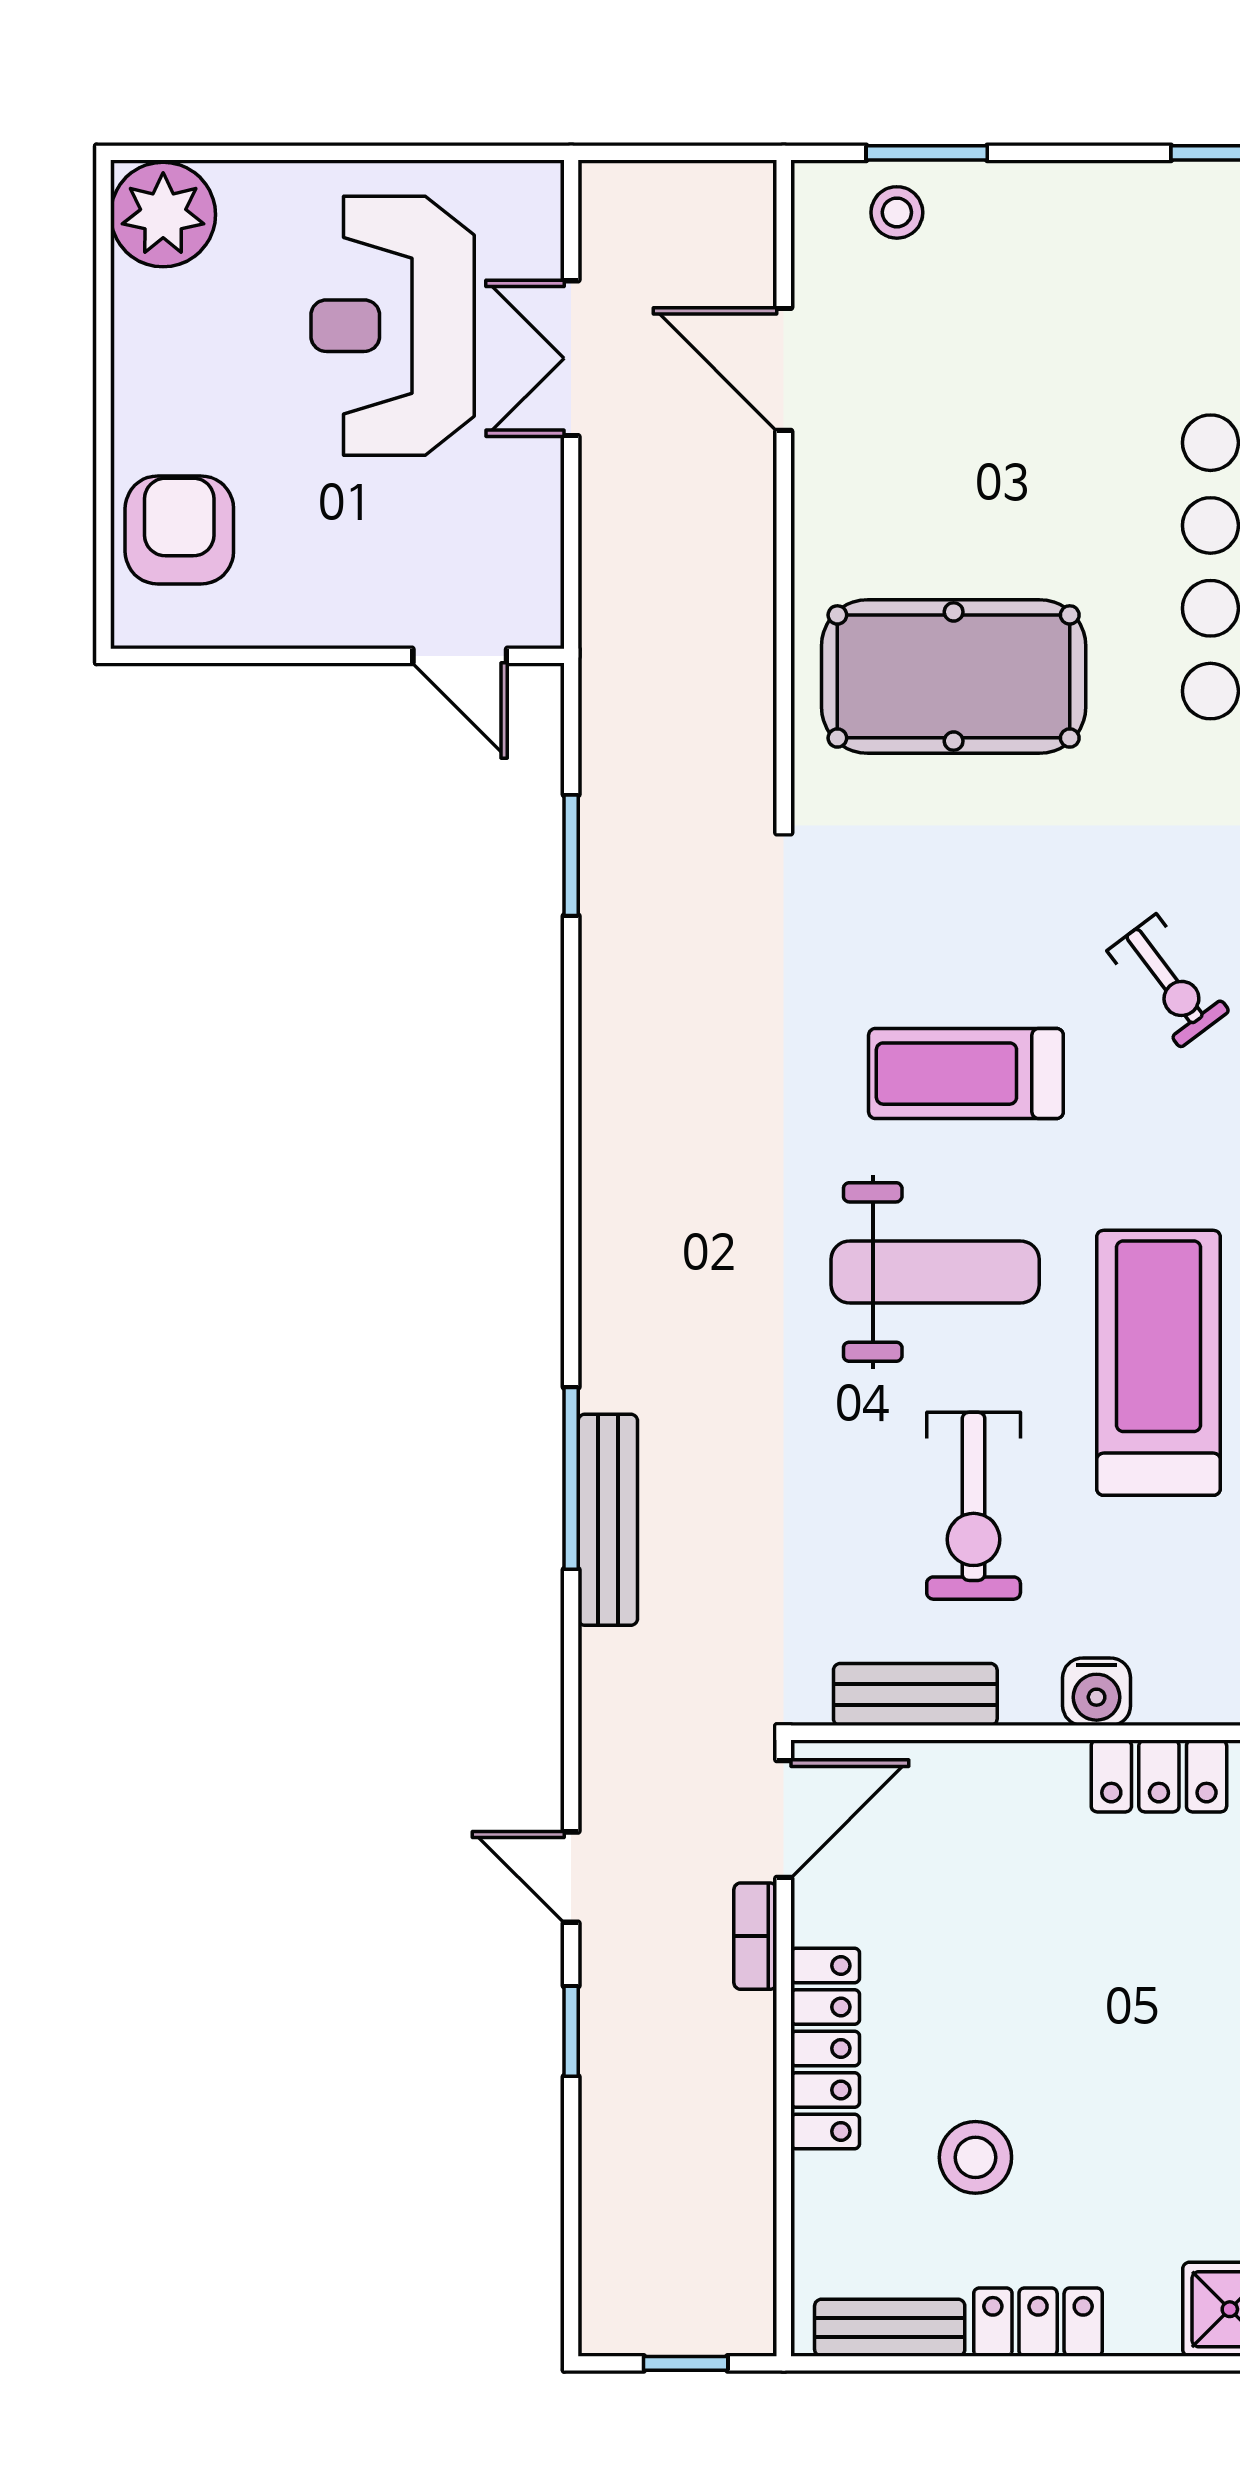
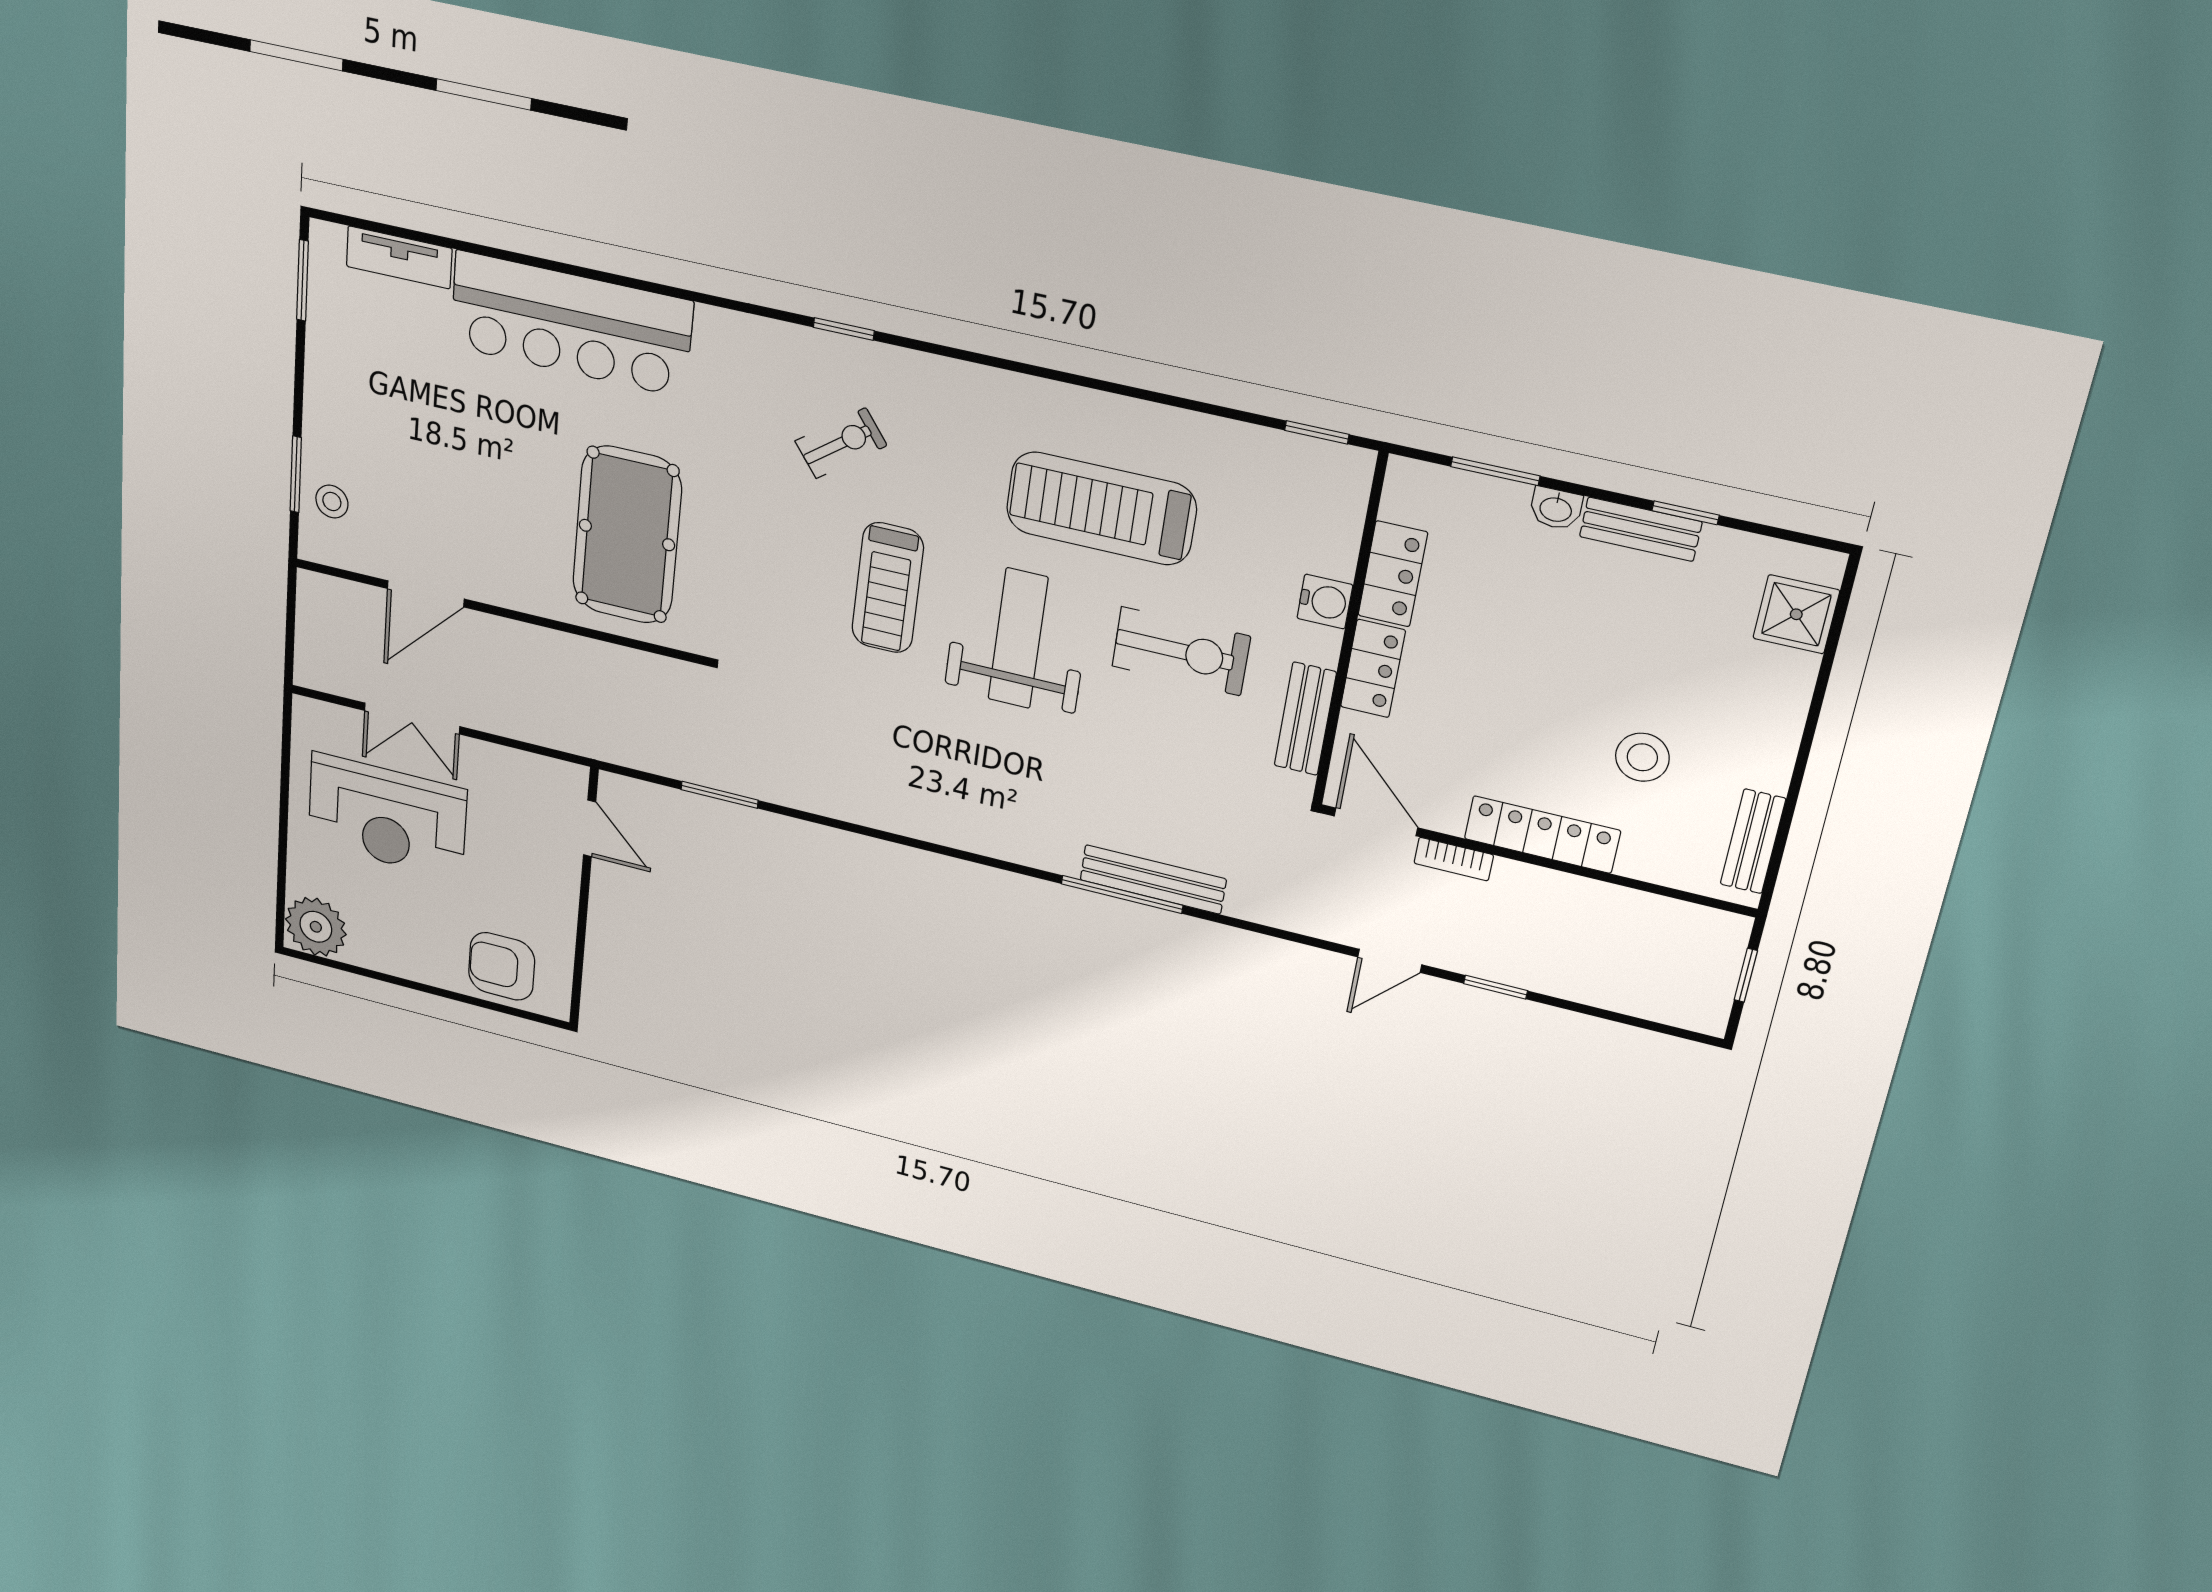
door: (460, 656) -> (590, 829), hinge flipped
locker: (1038, 2322) -> (1373, 669), moved, turned 180

